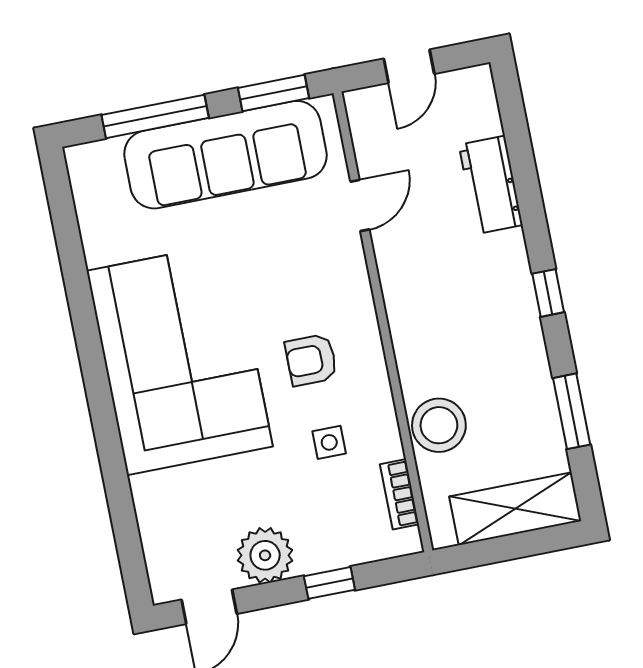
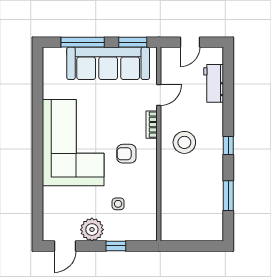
workbench: (491, 185) -> (214, 83), moved
stool: (439, 425) -> (184, 142), moved
side table: (329, 442) -> (118, 204), moved
bookcase: (399, 494) -> (152, 125), moved
shelving: (515, 509) -> (198, 231), removed

